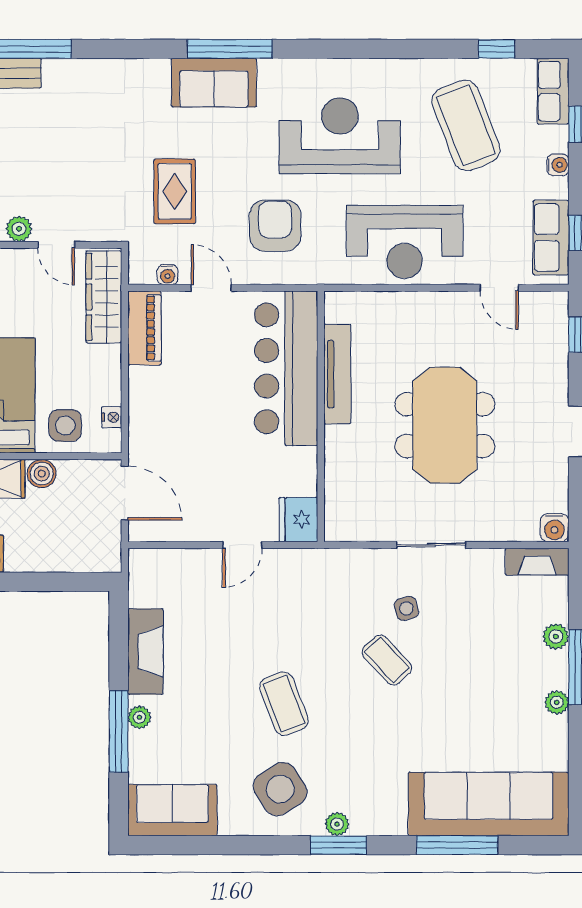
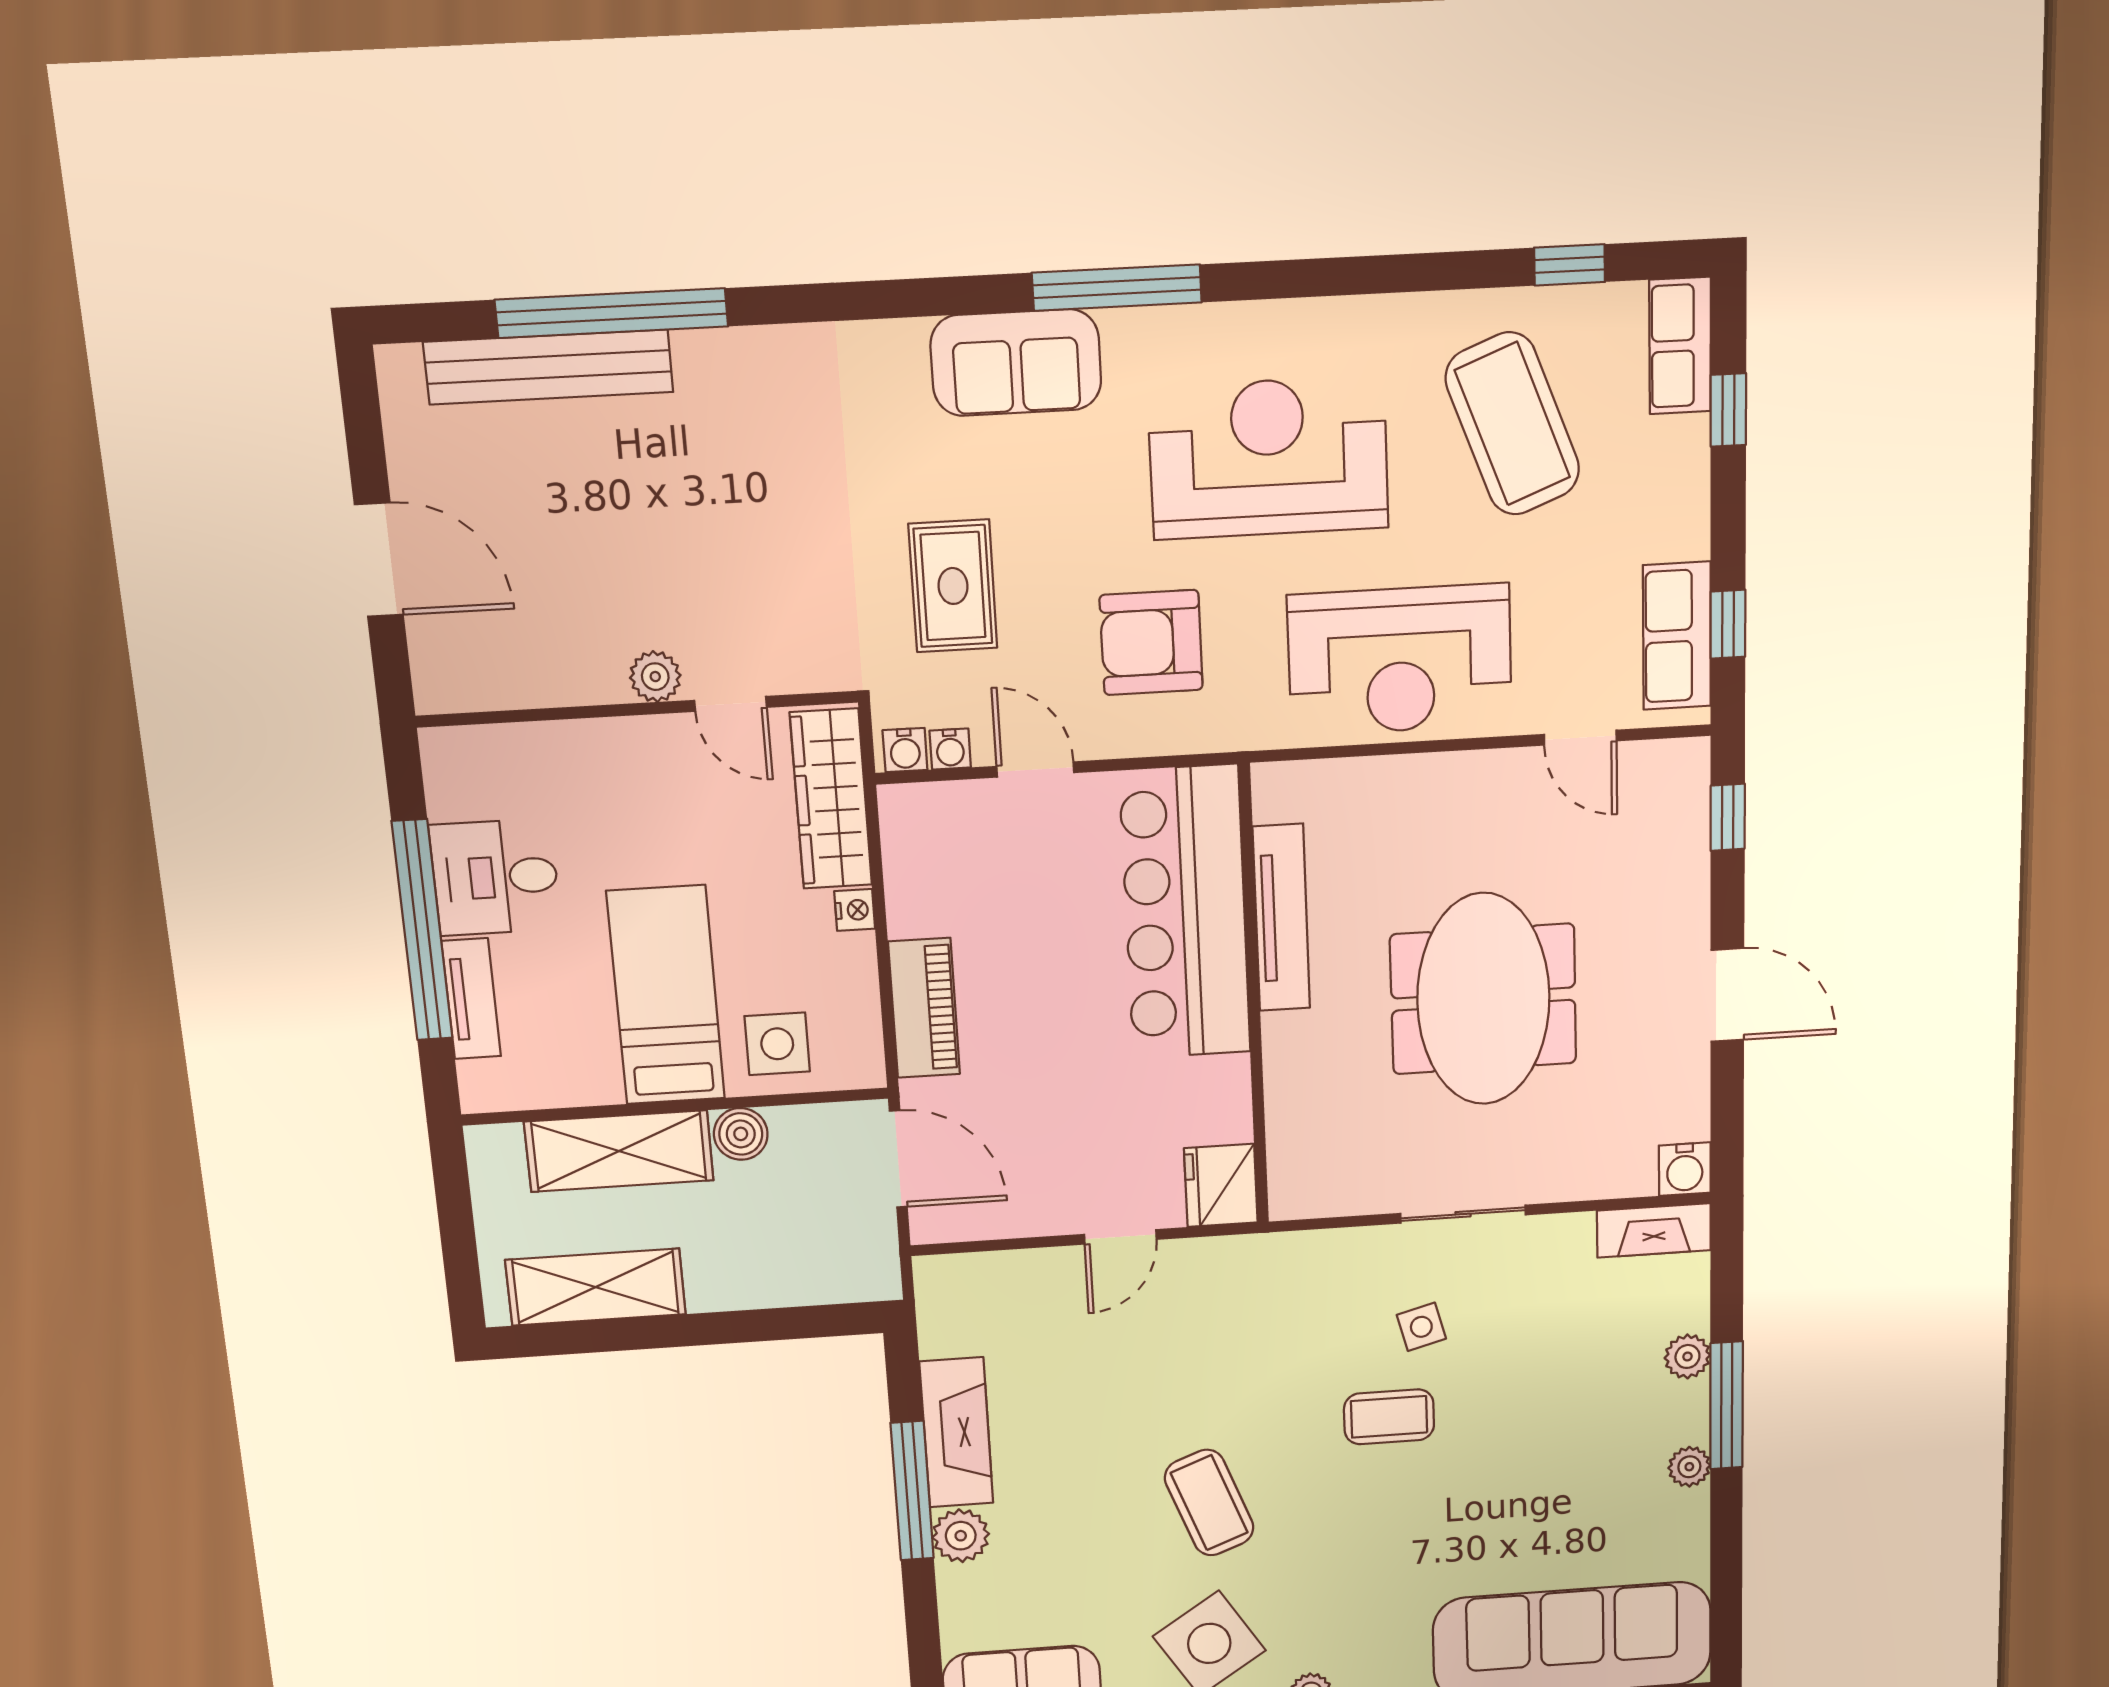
window: (230, 49) -> (1117, 288), moved
water cooler: (558, 165) -> (905, 750), moved, turned 90
armchair: (275, 226) -> (1151, 642), turned -90
piano: (144, 328) -> (924, 1008), moved
nightstand: (112, 417) -> (855, 910), moved
coffee table: (387, 660) -> (1389, 1417), turned -47
plant: (139, 717) -> (961, 1536), width x1.38, depth x1.38
window: (119, 731) -> (912, 1491), moved

